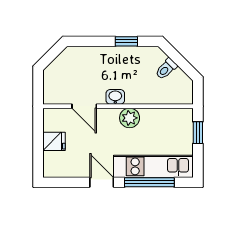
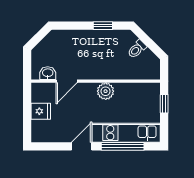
washbasin: (115, 97) -> (48, 73), moved
door: (84, 106) -> (67, 81), hinge flipped
door: (102, 182) -> (82, 146), hinge flipped

